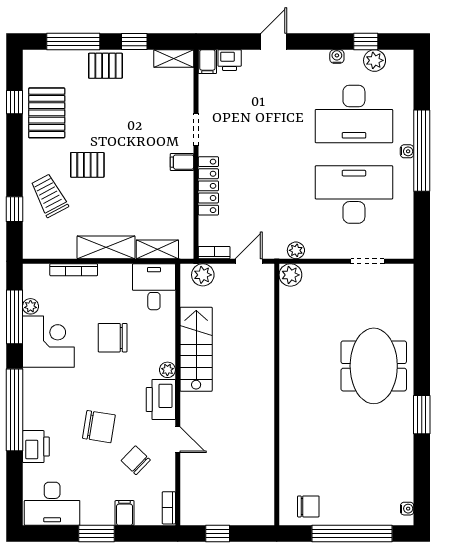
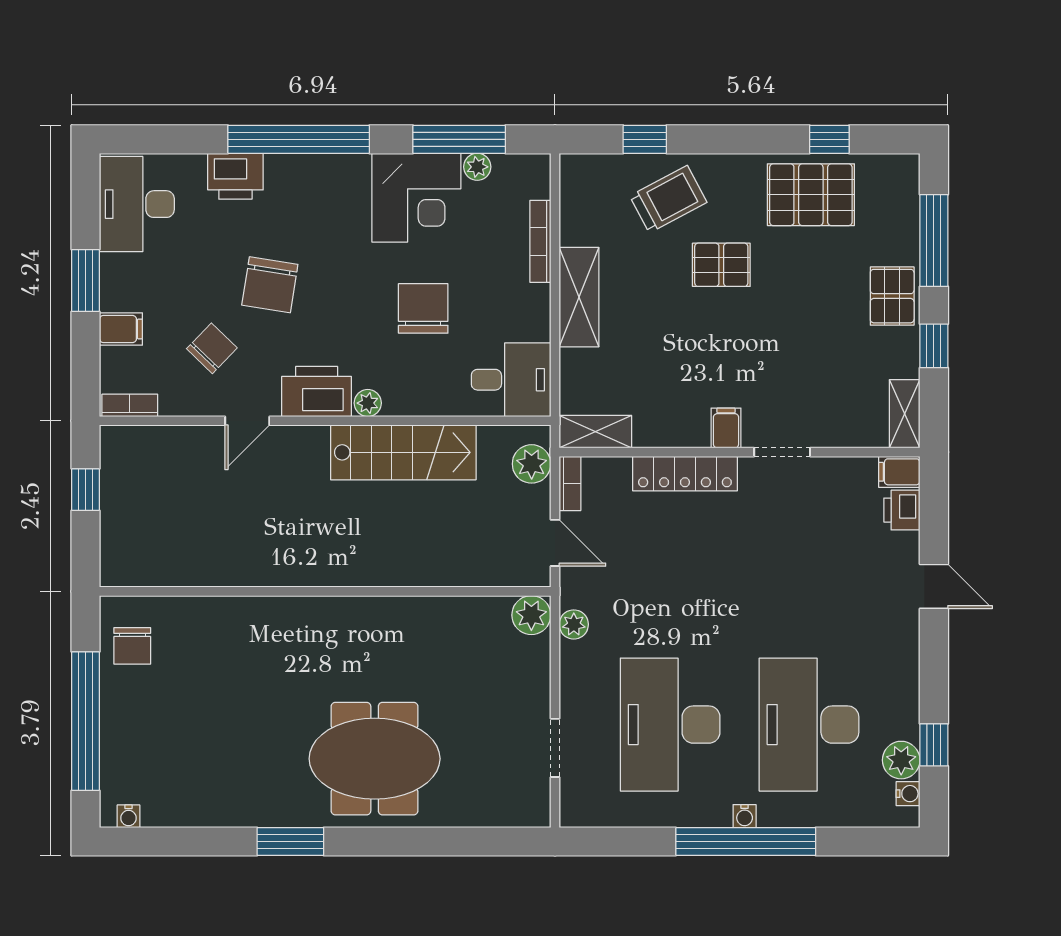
water cooler: (337, 57) -> (908, 794), moved
pallet: (87, 165) -> (721, 265), turned 90
desk: (354, 194) -> (670, 725), turned 180
shelving: (157, 249) -> (595, 432), moved, turned 90

